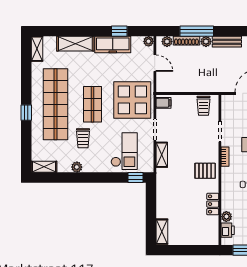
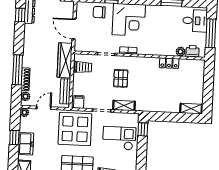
plant: (206, 42) -> (27, 62), removed
bench: (227, 42) -> (65, 91), moved
freezer: (113, 45) -> (26, 144), width x0.71
wardrobe: (210, 85) -> (65, 60), added
pallet: (205, 171) -> (121, 78), moved

